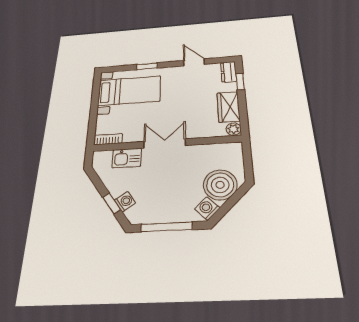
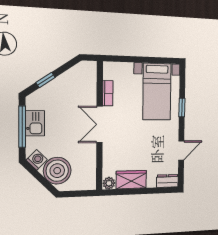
window: (240, 82) -> (156, 191), removed
bookcase: (108, 139) -> (108, 93), moved
double door: (165, 143) -> (100, 124), swing flipped
kitchen sink: (127, 158) -> (35, 123), moved, turned 180
washing machine: (125, 202) -> (47, 91), removed

